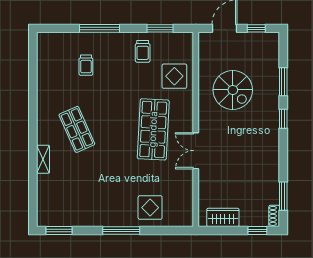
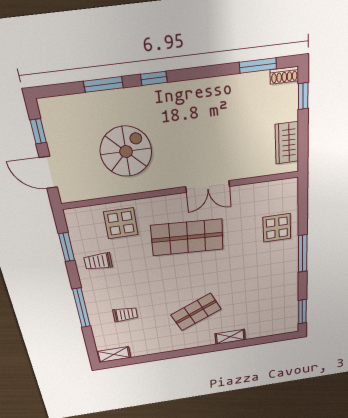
shelving: (43, 47) -> (114, 355), added
trolley: (143, 51) -> (98, 261), turned 180

